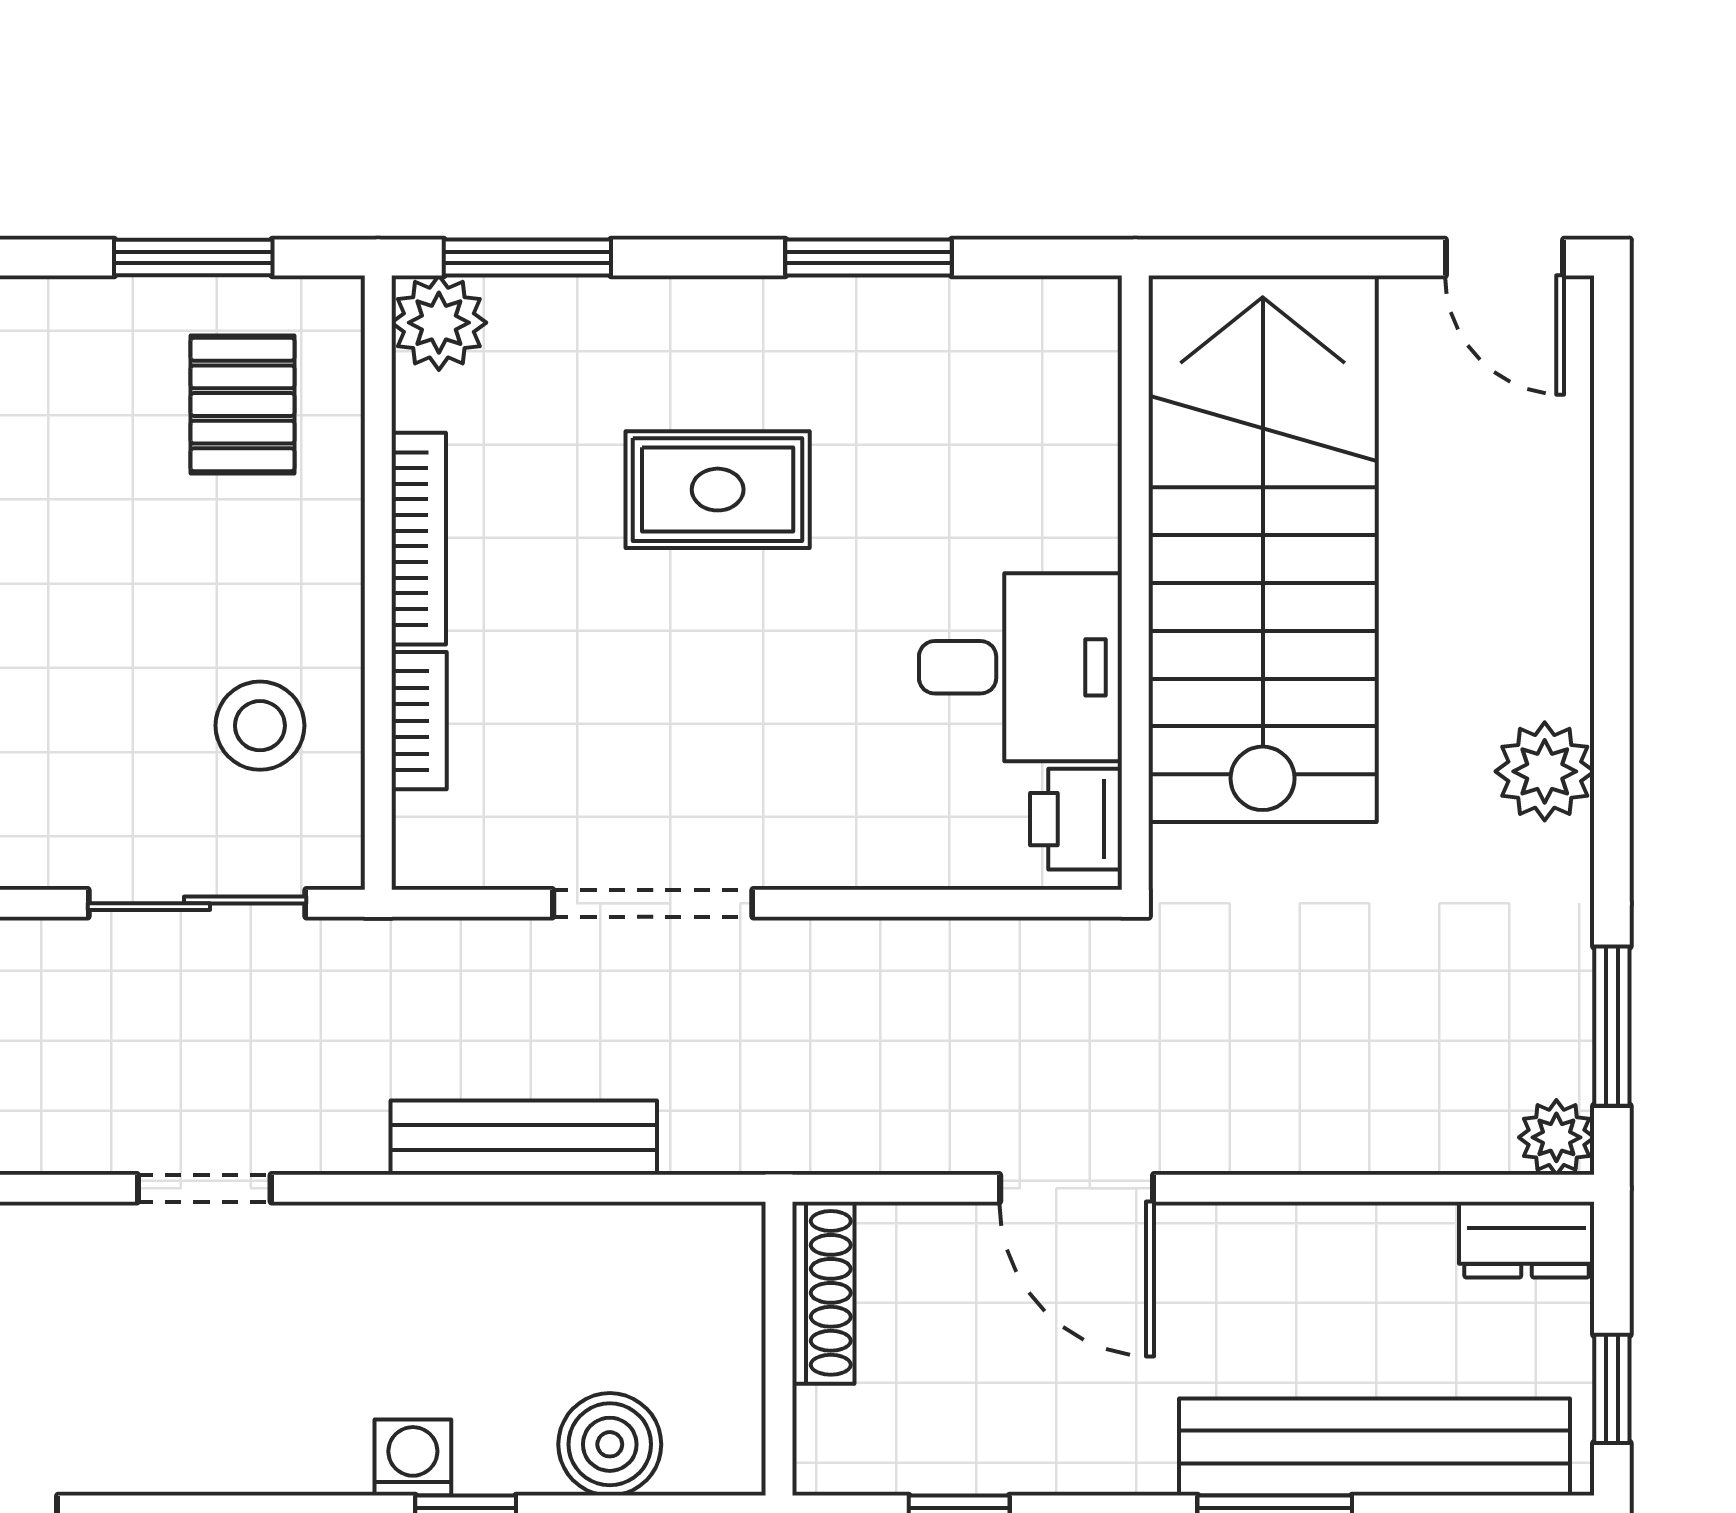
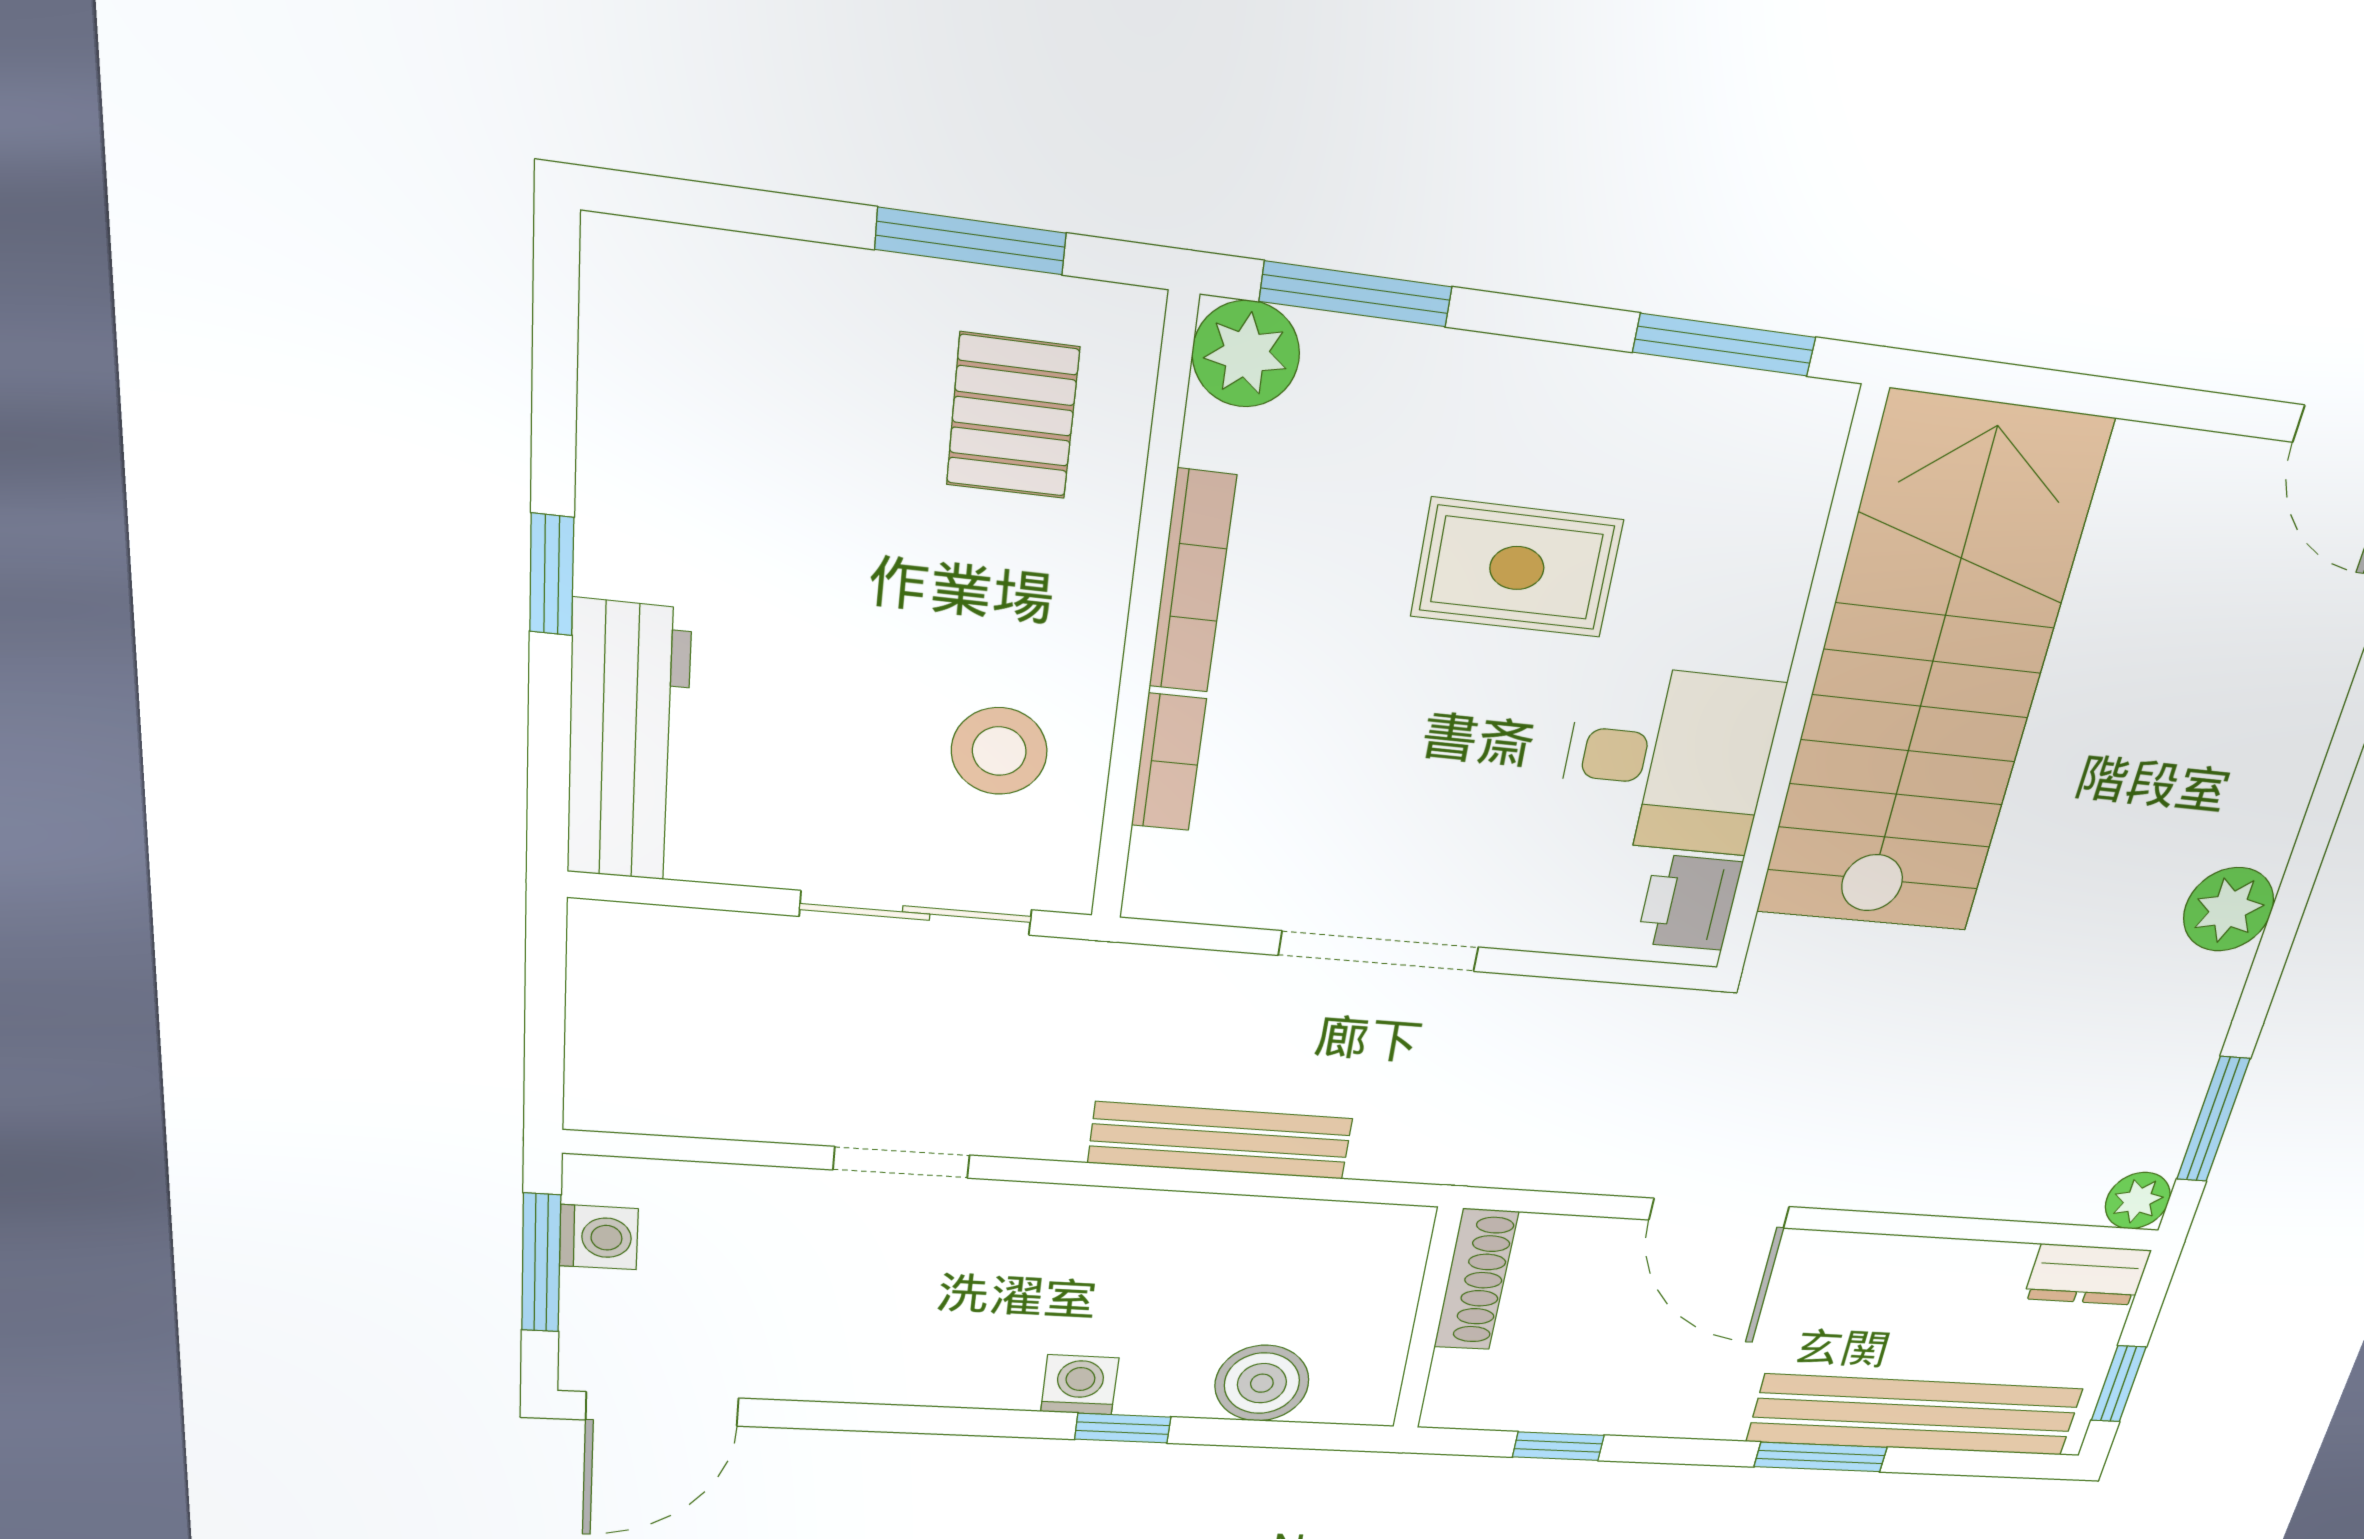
stairs: (1263, 549) -> (1929, 674), moved
wall: (1135, 583) -> (1799, 693), moved
desk: (1020, 667) -> (1668, 761), moved
printer: (1076, 819) -> (1689, 903), moved

